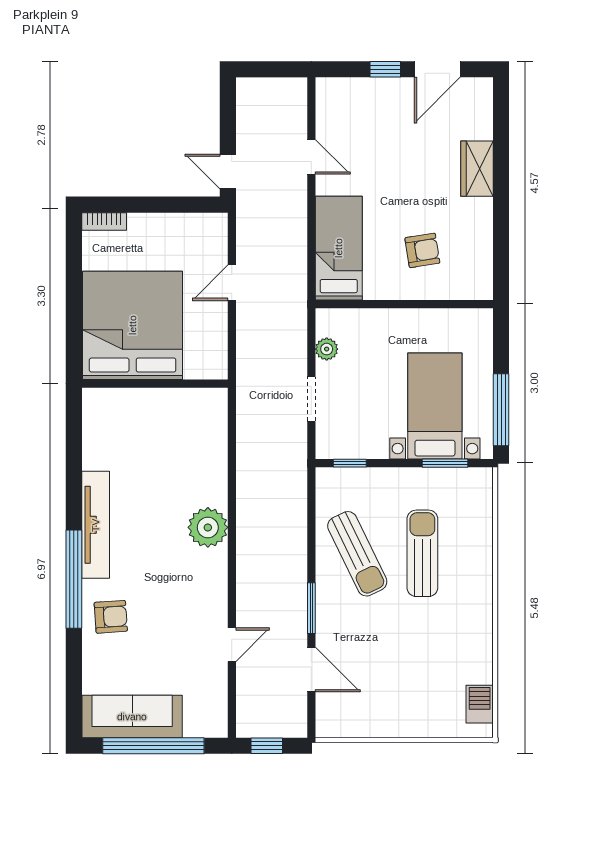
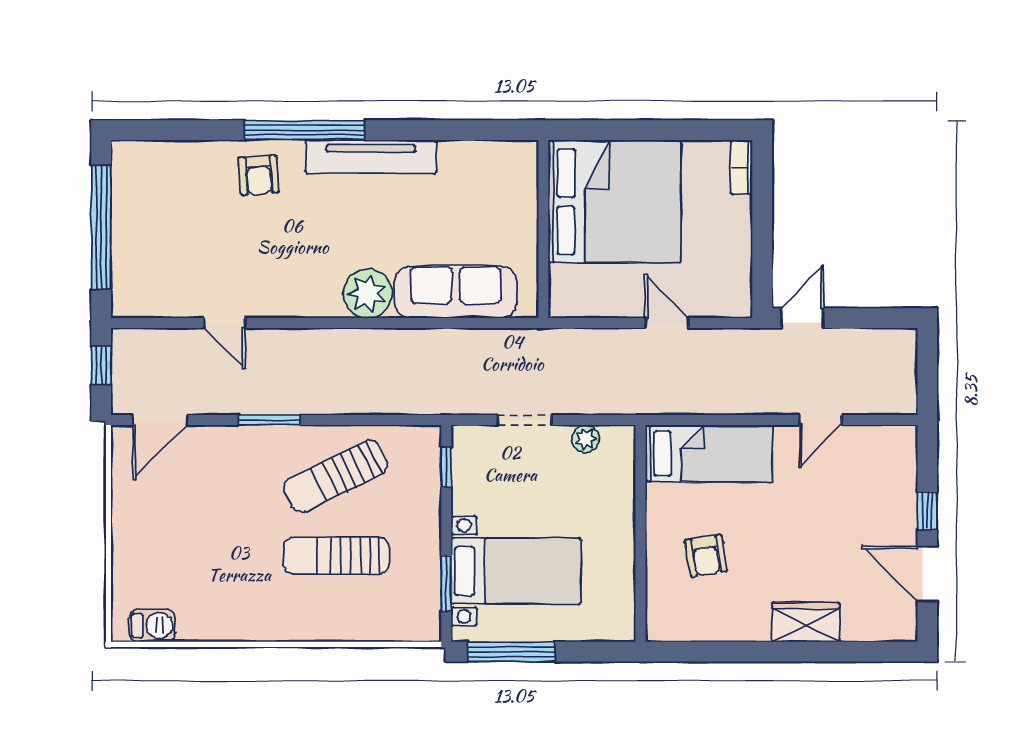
sun lounger: (422, 553) -> (336, 556), turned 180
door: (311, 669) -> (160, 420), moved
sofa: (132, 717) -> (456, 292), moved, turned -90

